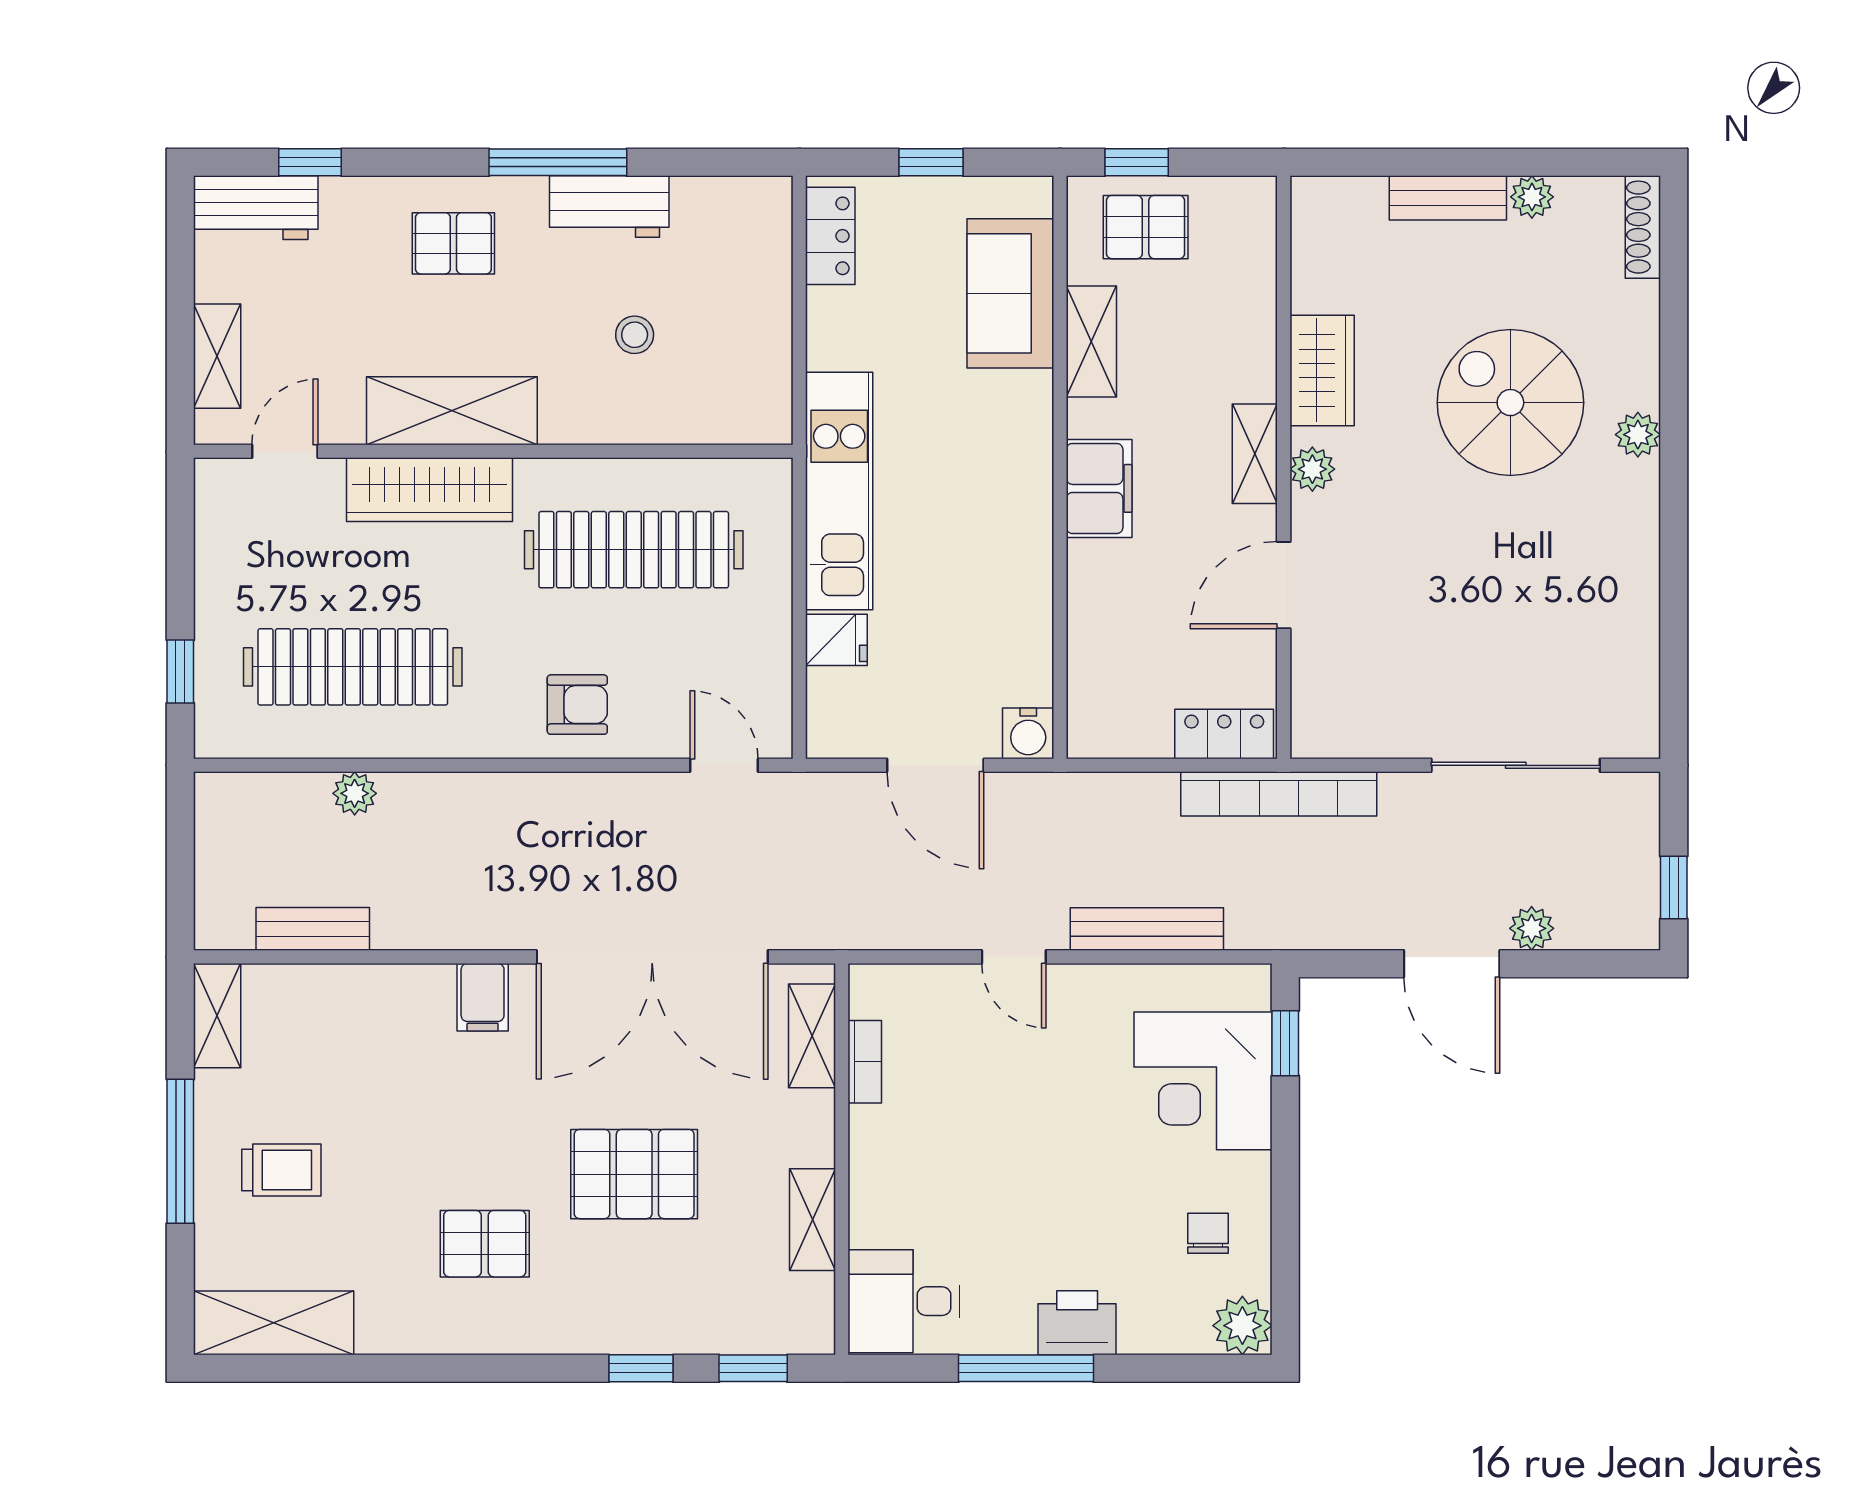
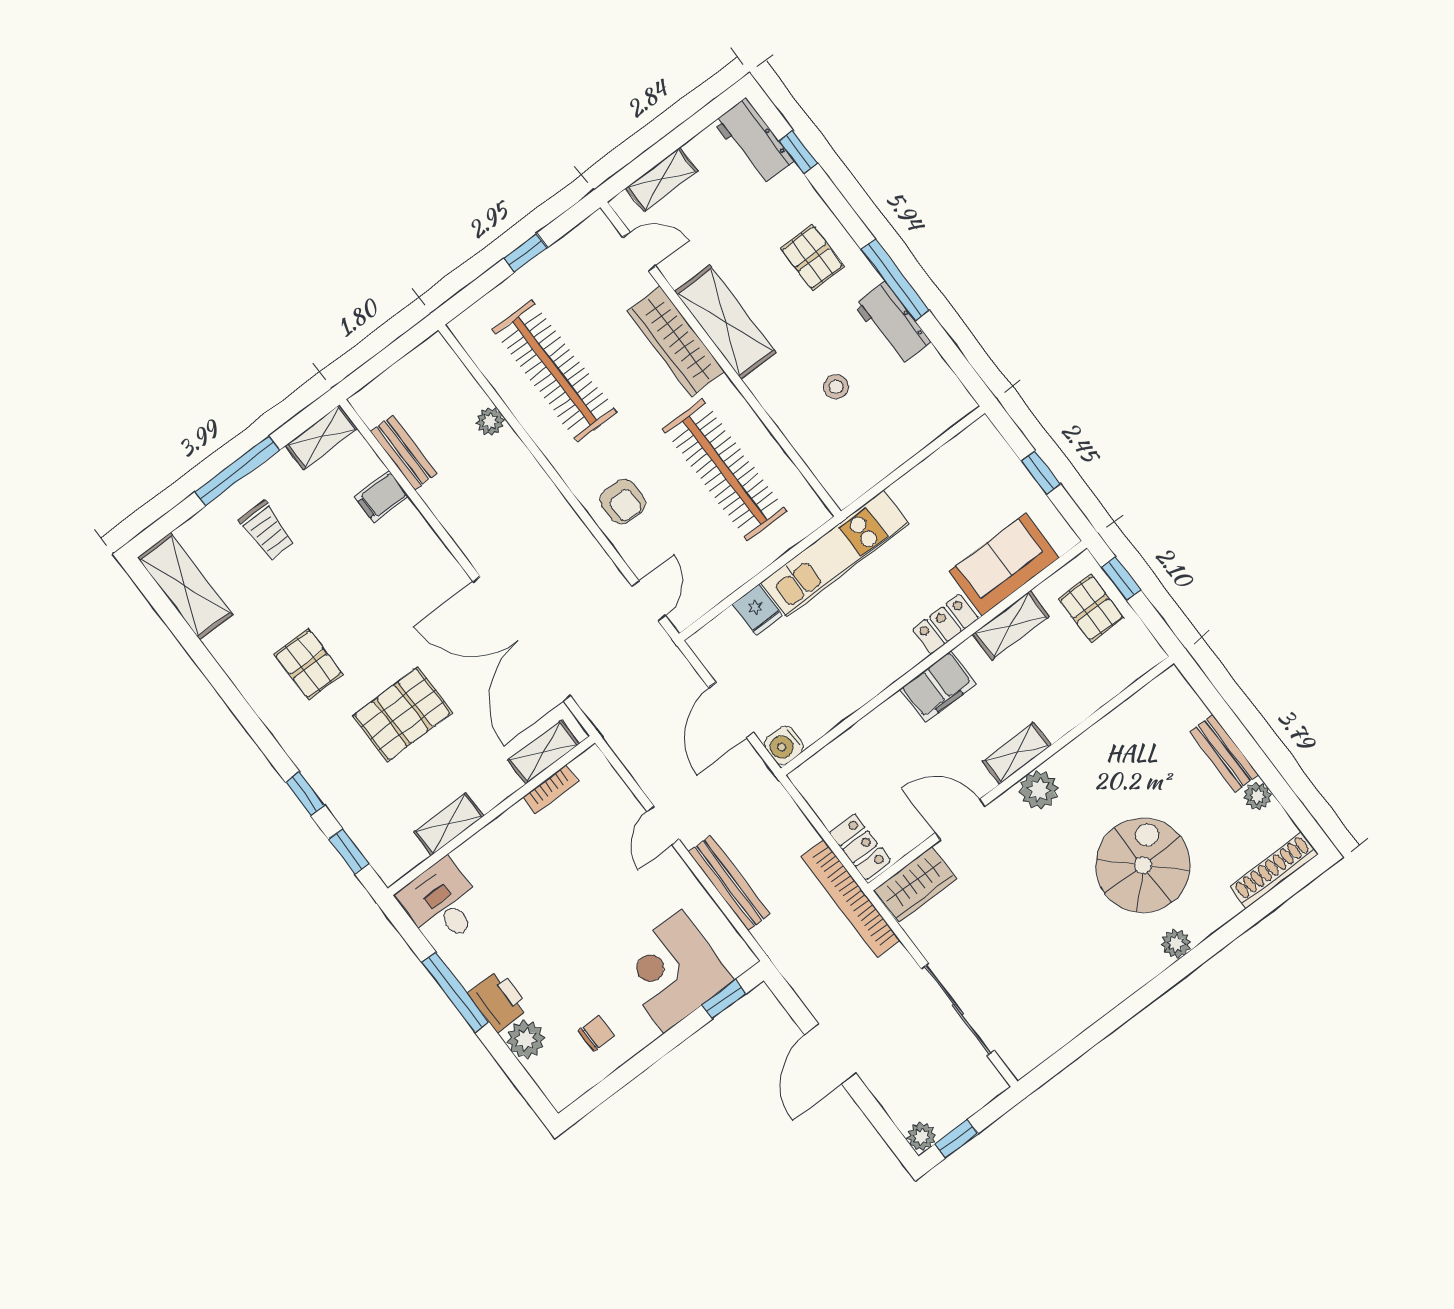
shoe rack: (1643, 227) -> (1274, 870), width x1.36, depth x1.24
locker: (830, 236) -> (945, 624), moved, turned 180
wardrobe: (1322, 370) -> (916, 884), moved
plant: (1312, 469) -> (1039, 790), width x1.38, depth x1.38
window: (180, 672) -> (526, 253), moved
plant: (1532, 928) -> (921, 1137), moved
filing cabinet: (483, 997) -> (382, 497), moved
pallet: (634, 1174) -> (403, 714), turned 90
plant: (1242, 1326) -> (526, 1039), moved

